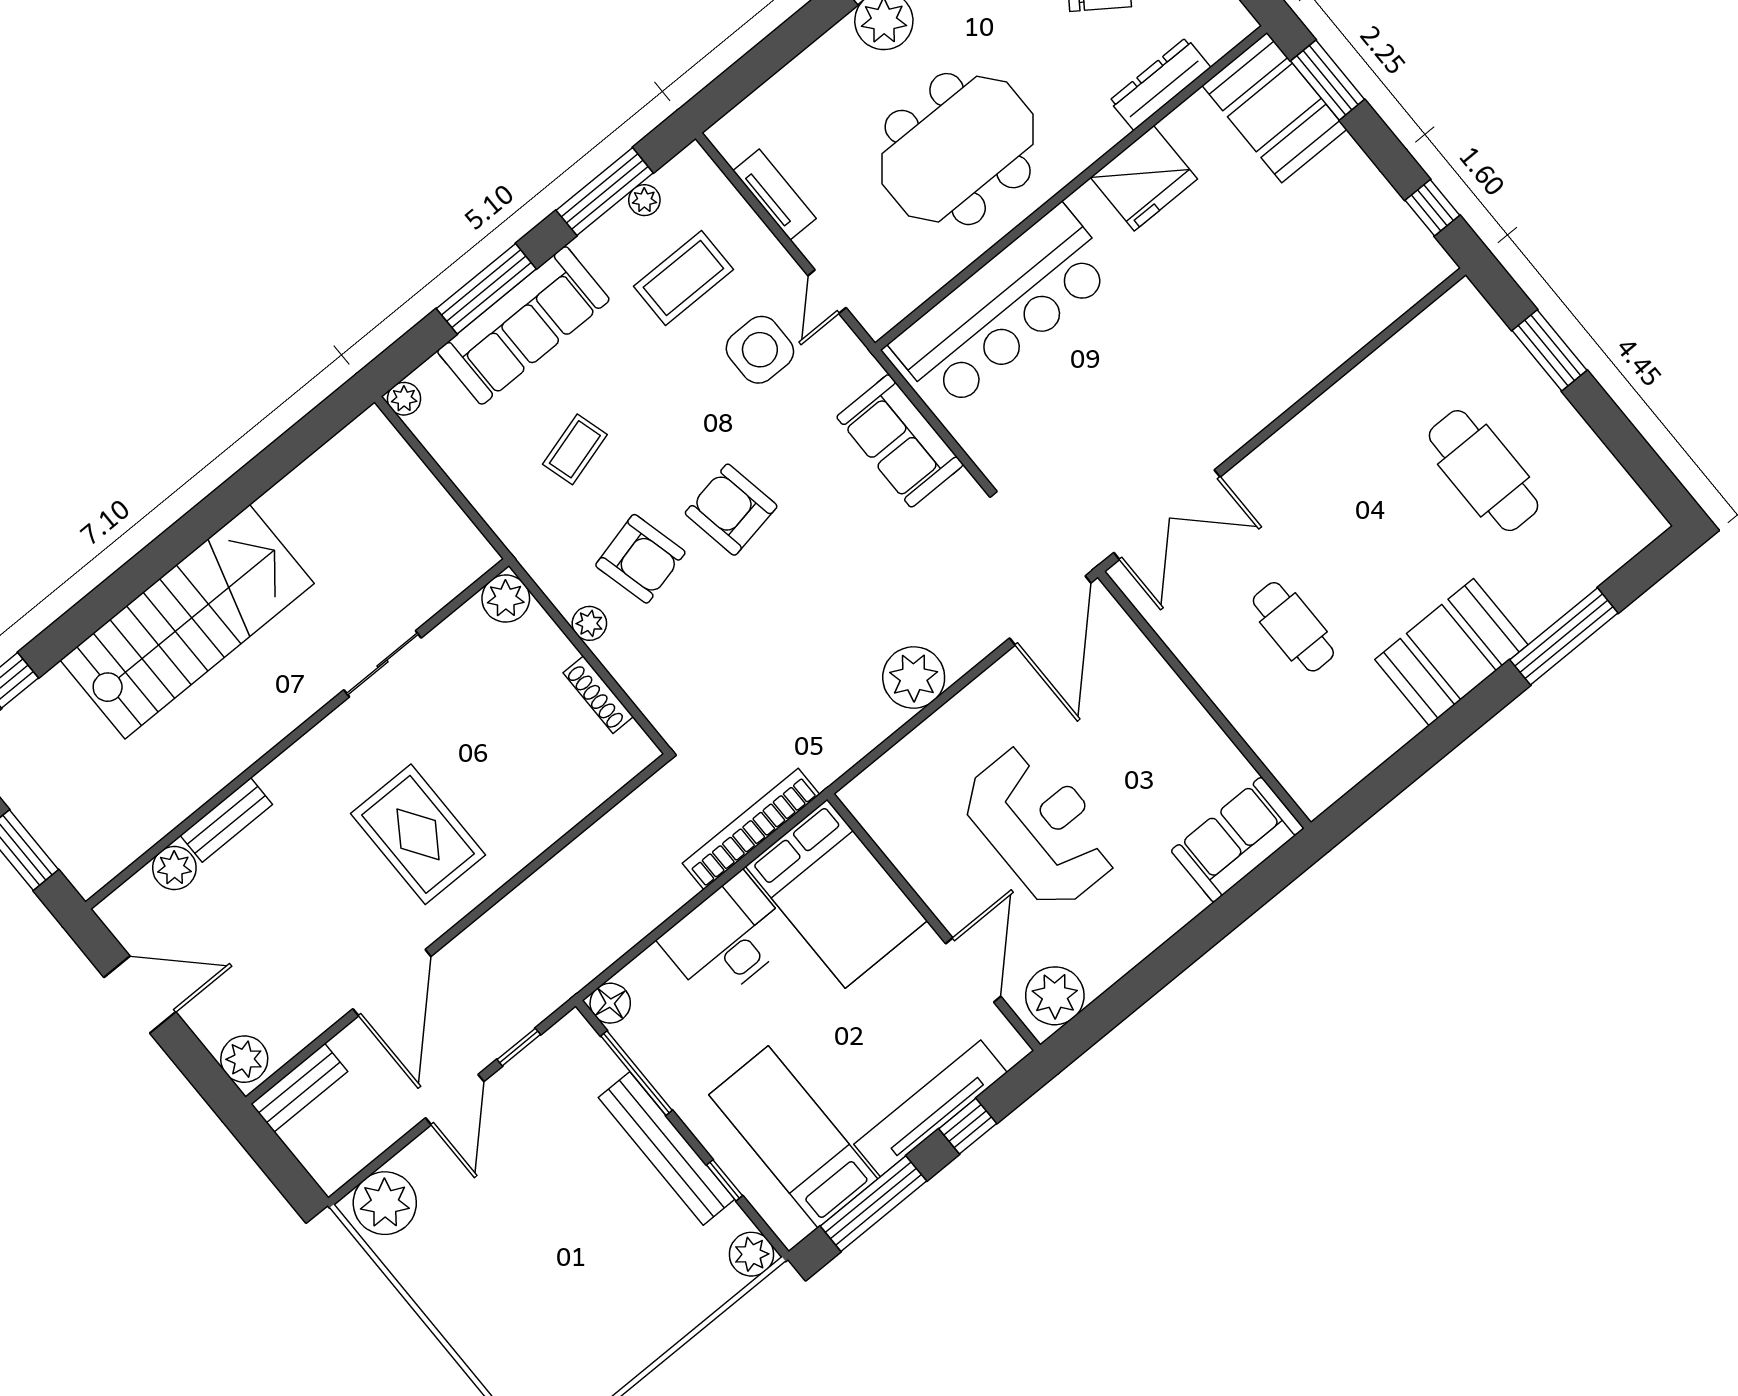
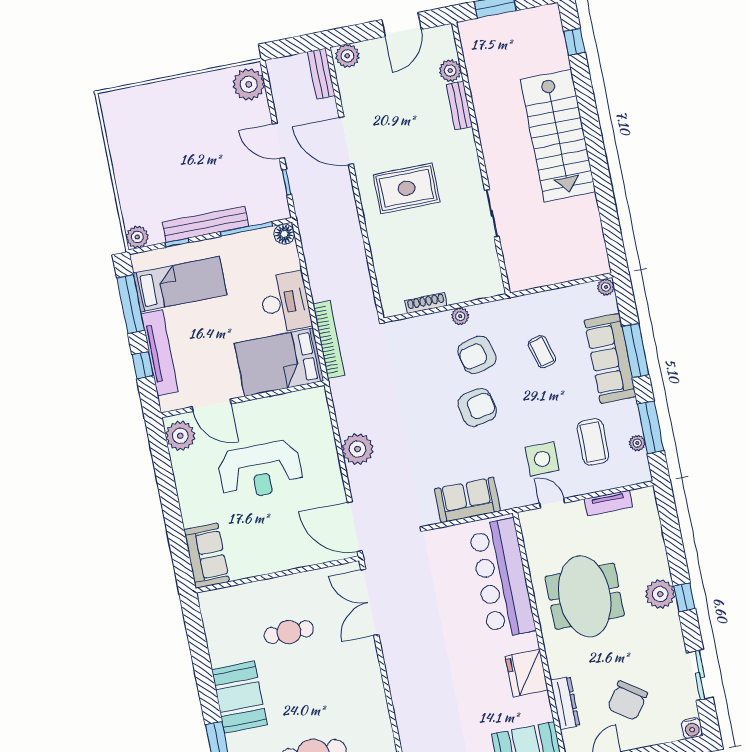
plant: (506, 598) -> (492, 285), removed

